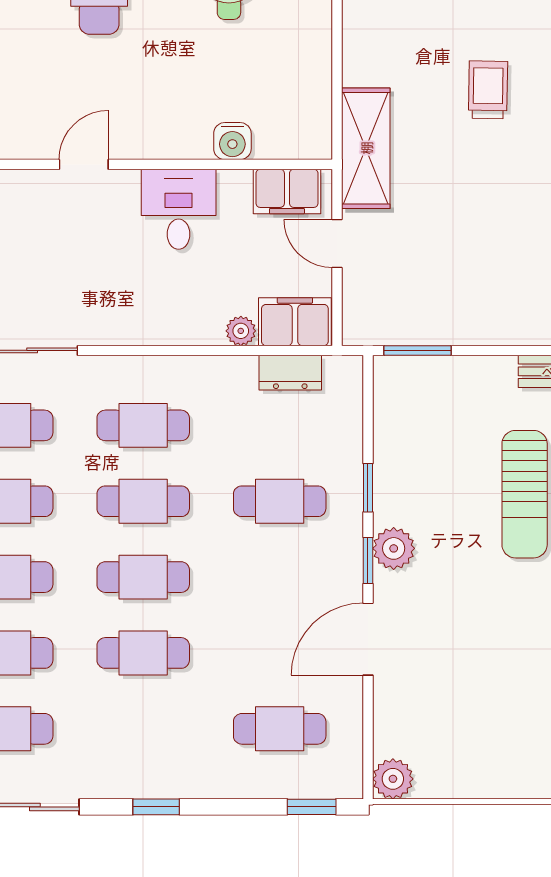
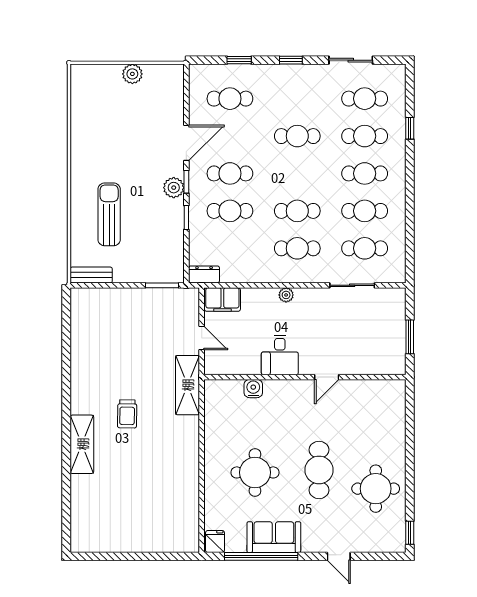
filing cabinet: (287, 191) -> (226, 364), removed
plant: (241, 331) -> (286, 295), moved
dresser: (290, 373) -> (204, 274), moved
cafe table: (143, 577) -> (230, 173), moved
plant: (393, 779) -> (132, 74), moved
window: (312, 807) -> (239, 60), moved

